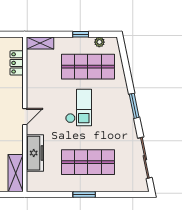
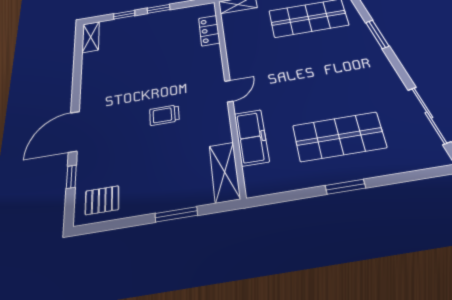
window: (134, 106) -> (377, 34), moved
checkout: (79, 108) -> (306, 67), removed

